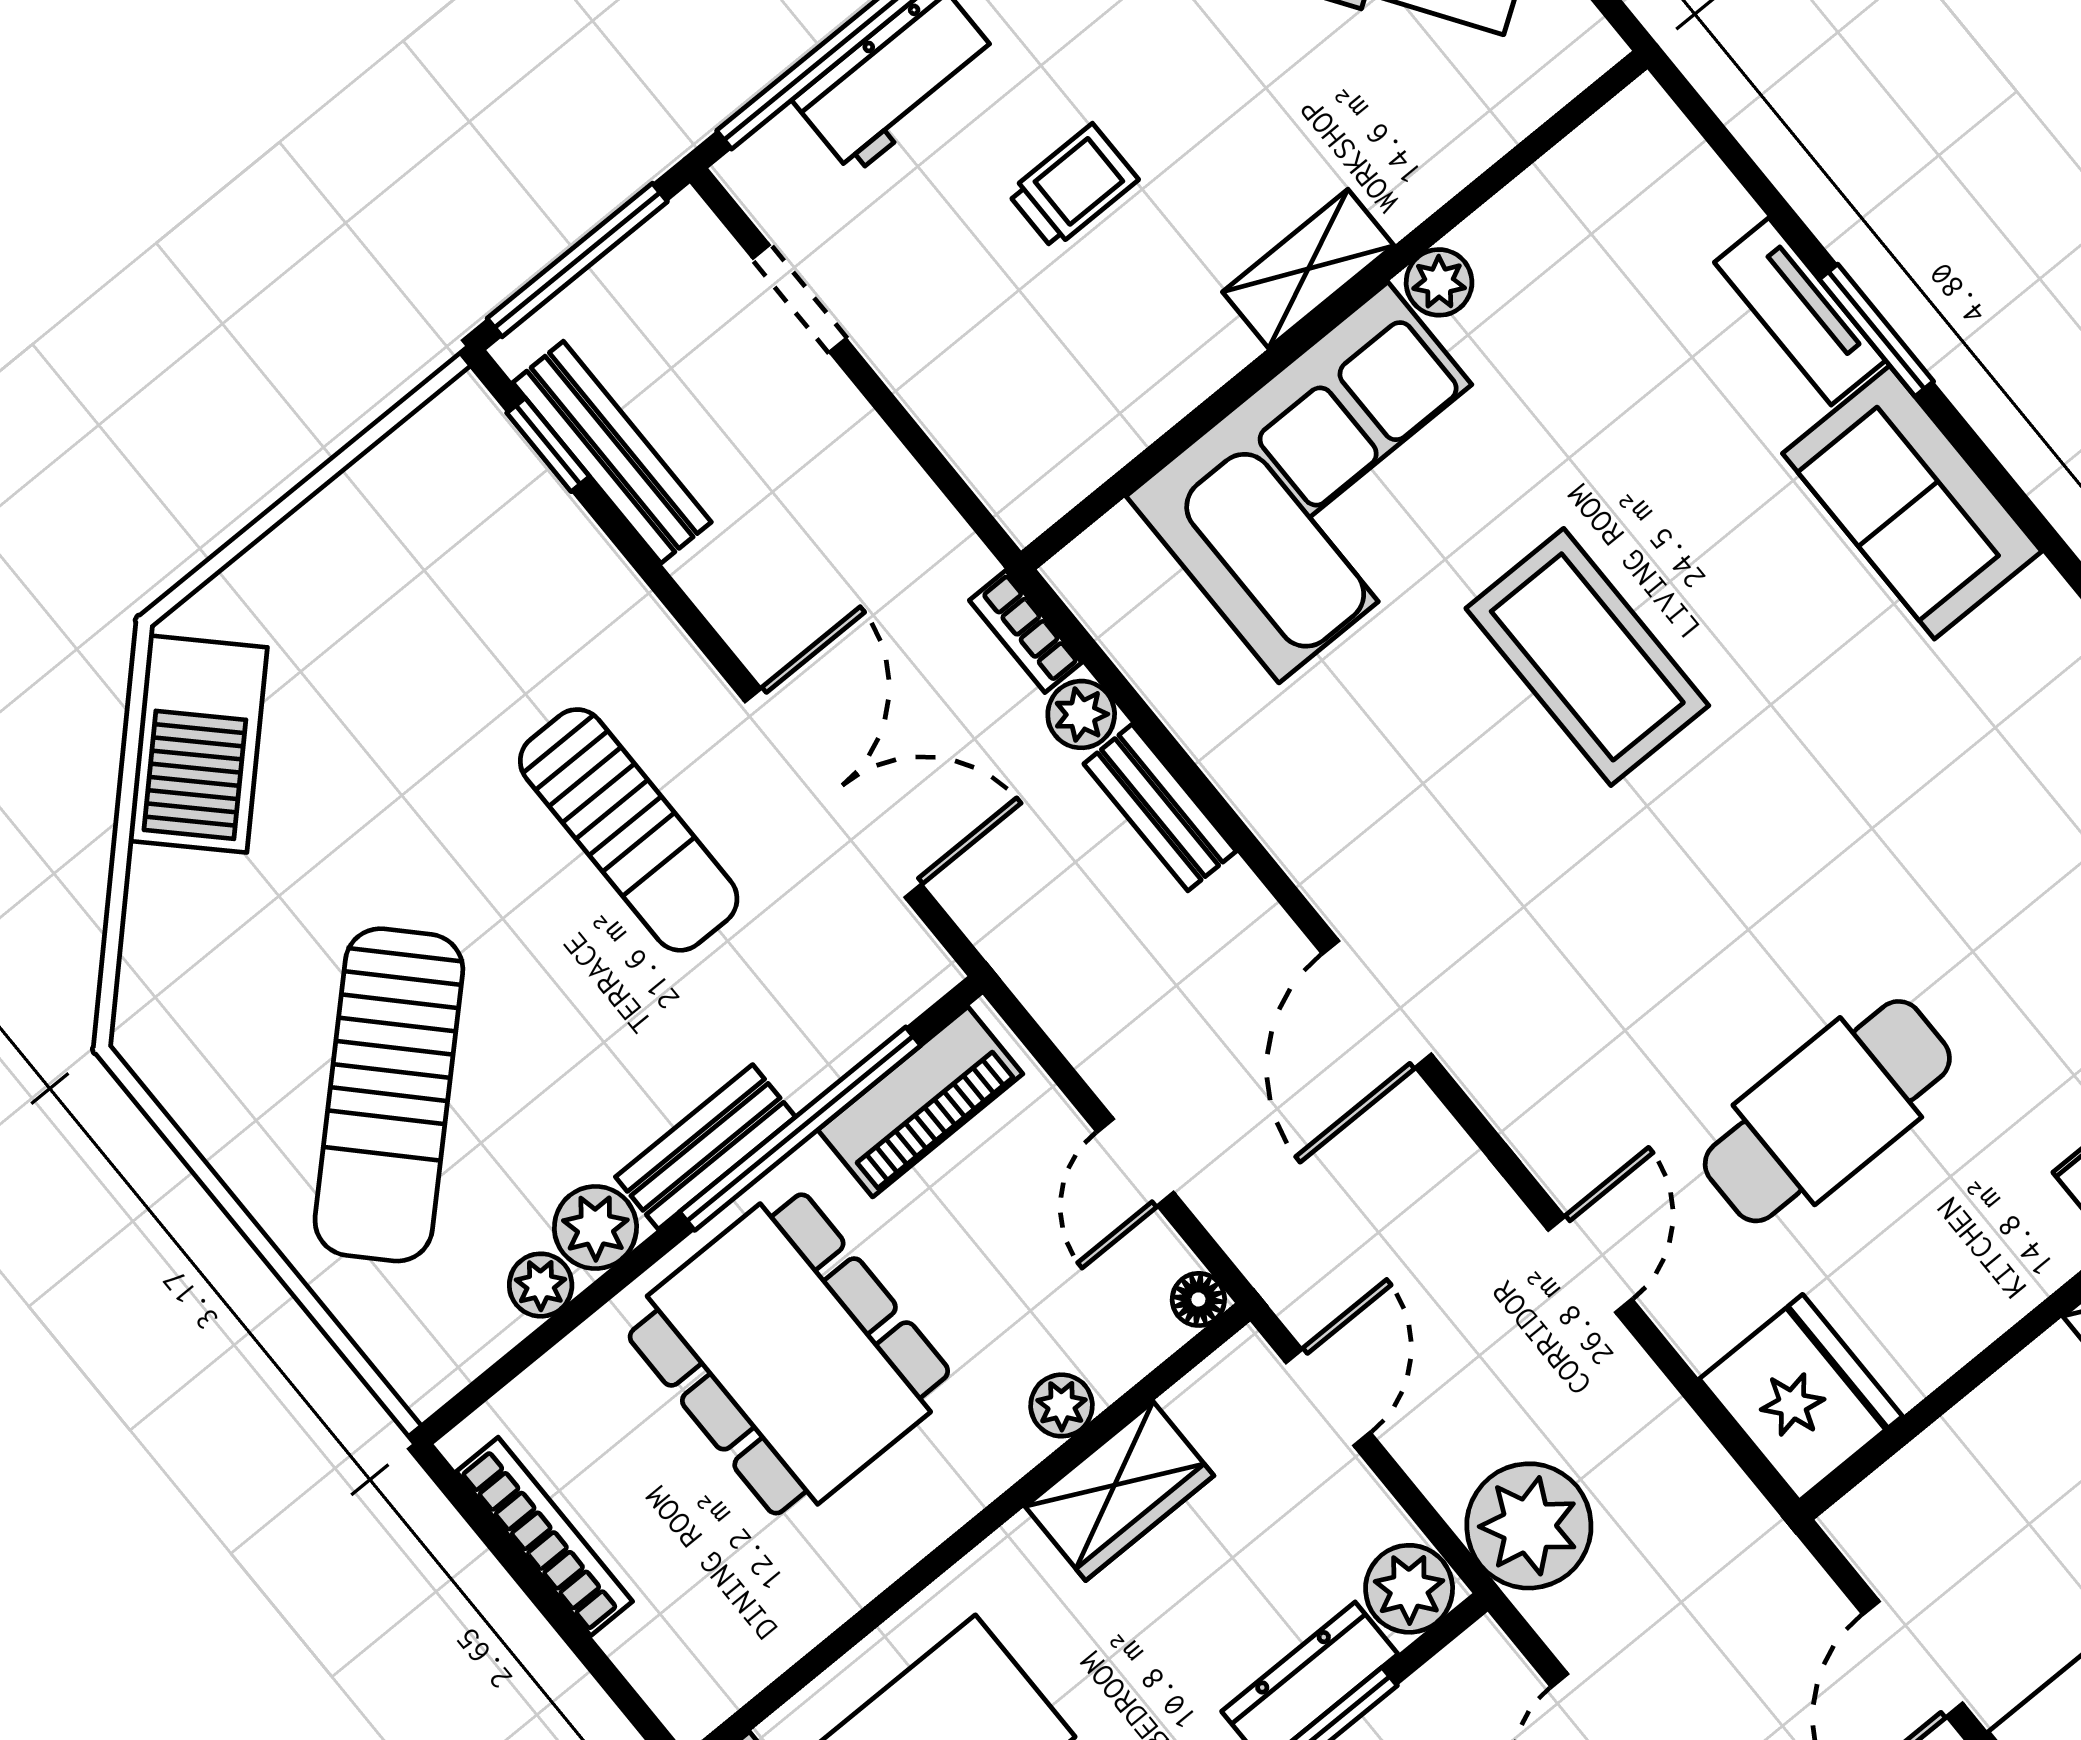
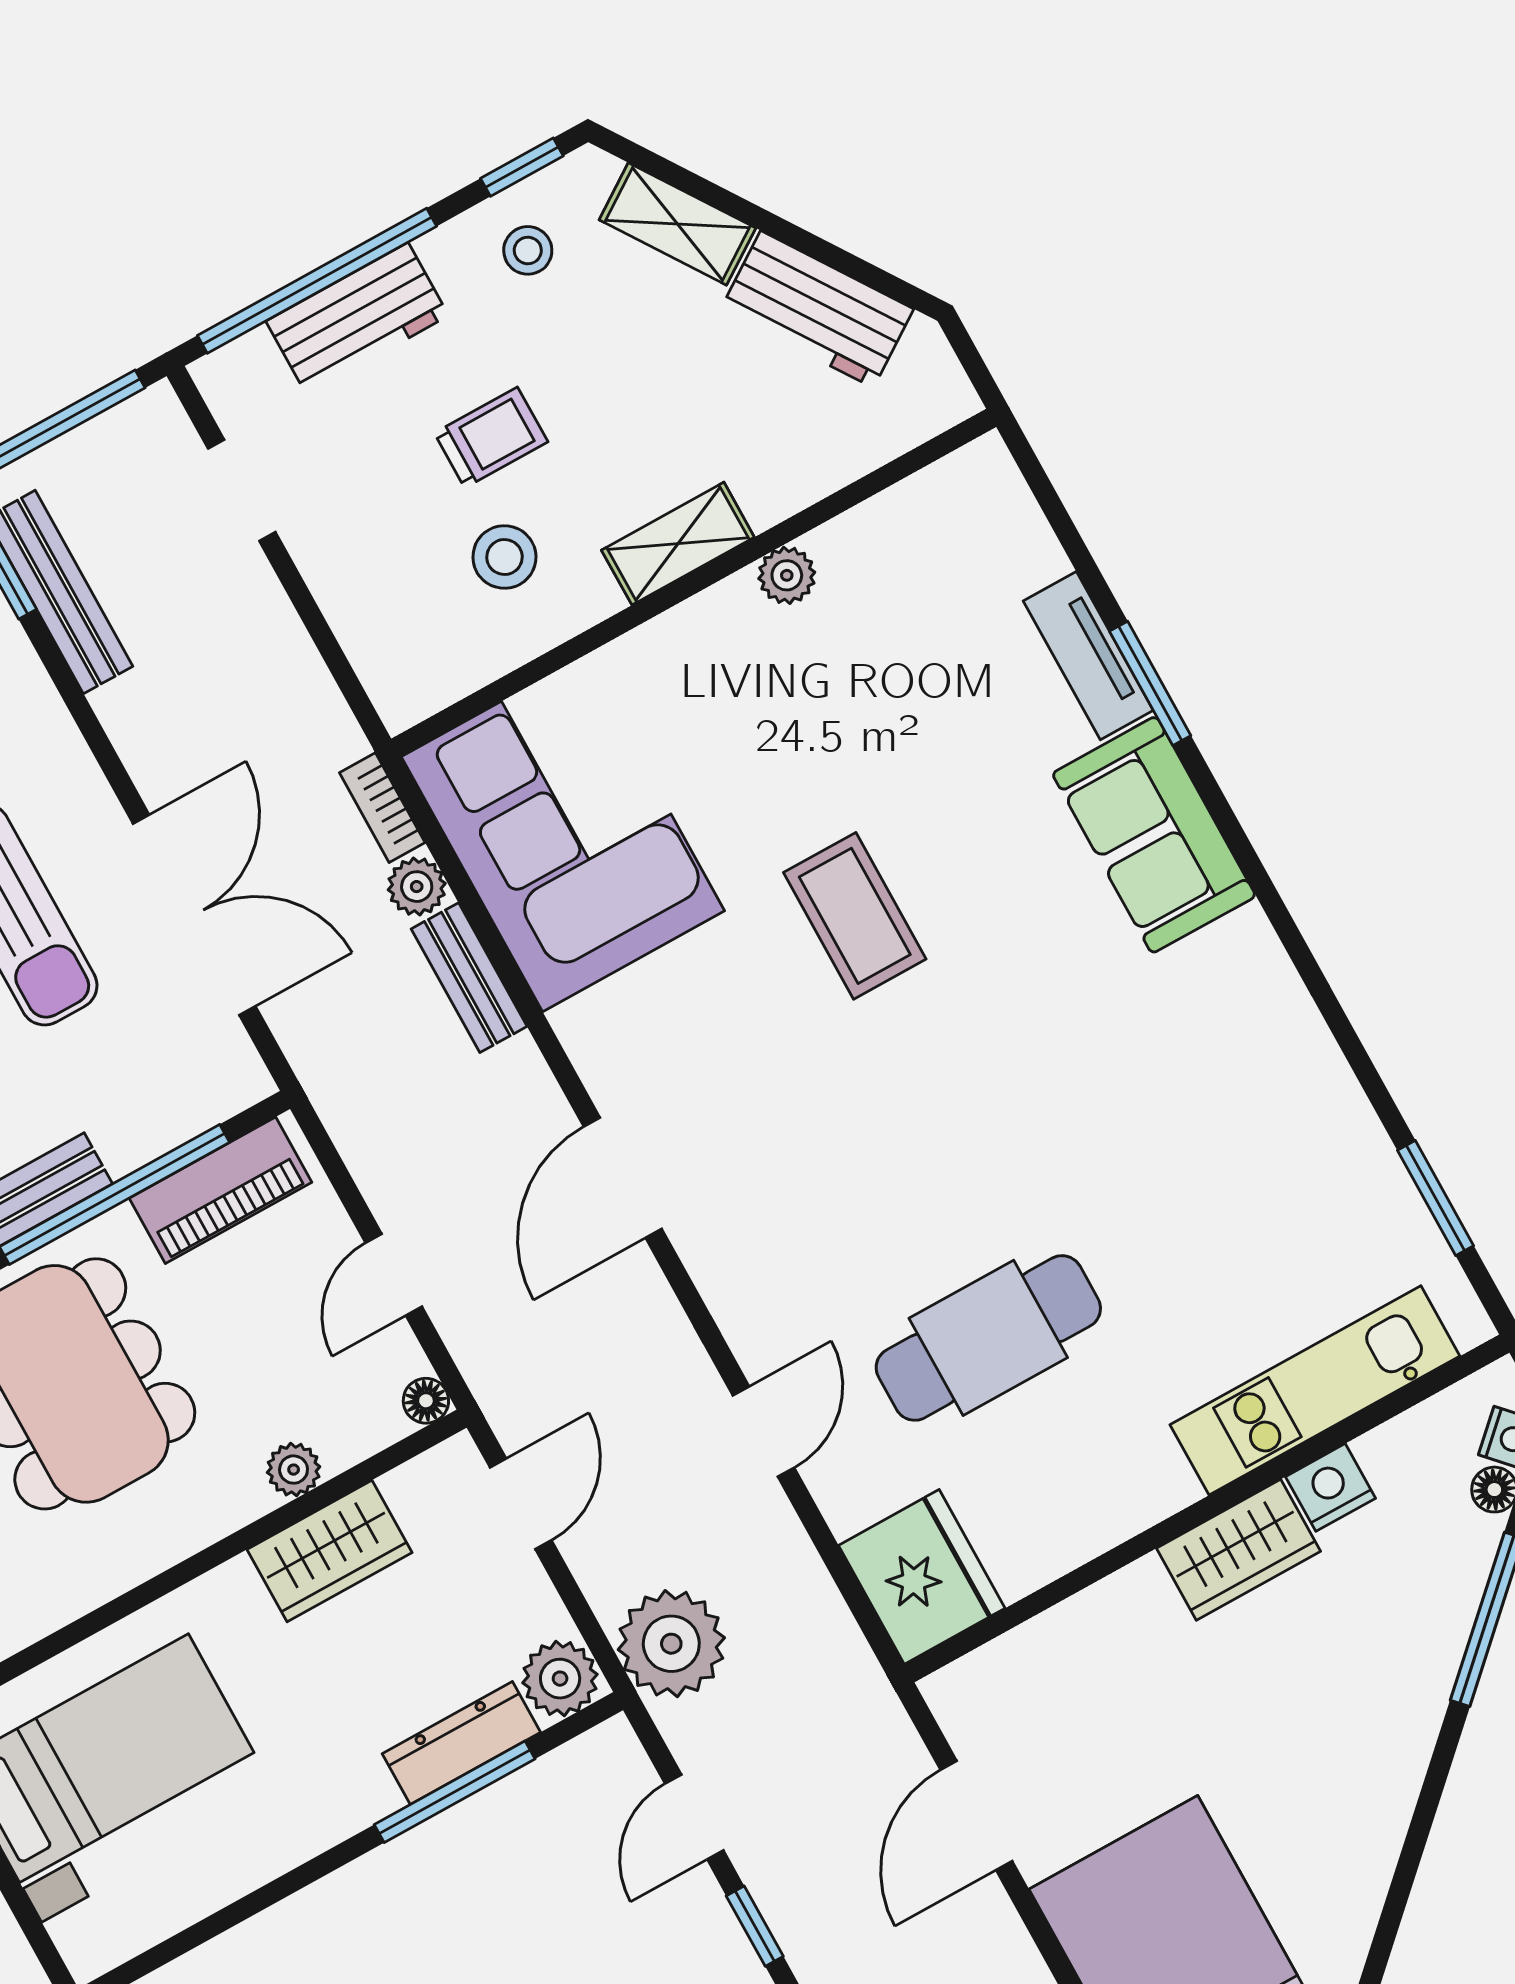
stool: (1113, 320) -> (504, 557), added
corner sofa: (1333, 482) -> (563, 834), moved, turned -90
coffee table: (1587, 657) -> (855, 916), width x0.73, depth x0.76

